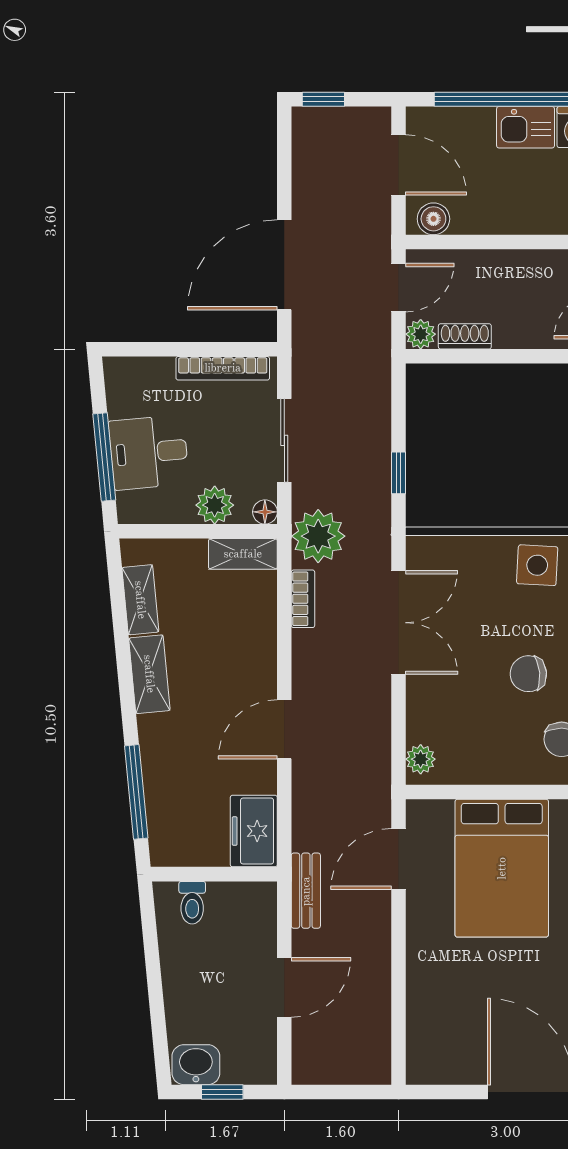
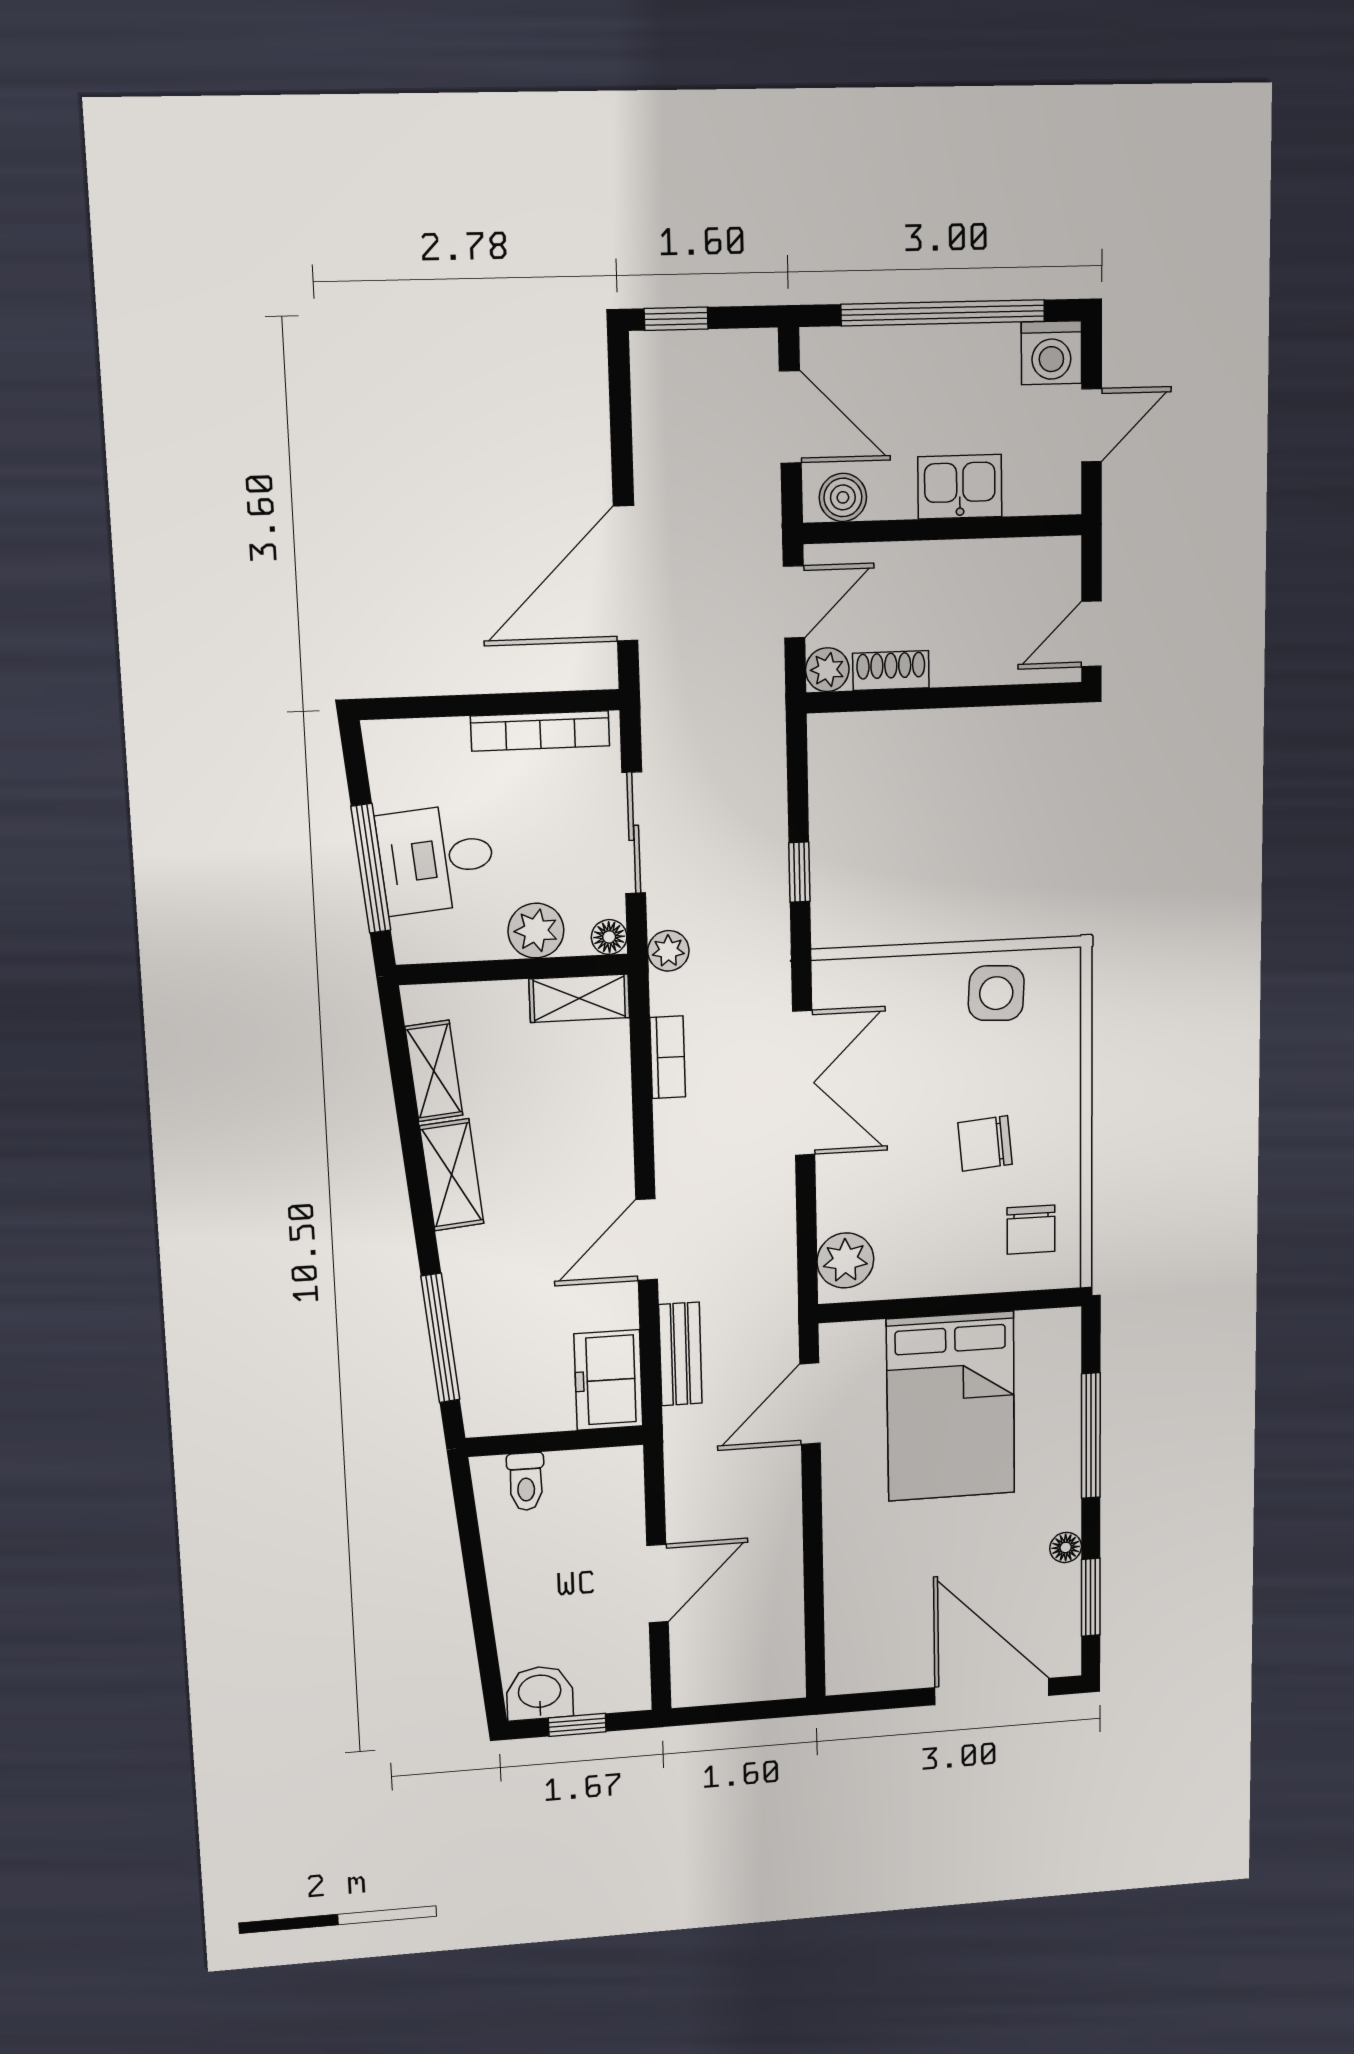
kitchen sink: (526, 127) -> (960, 487), moved, turned 180
plant: (318, 536) -> (668, 951), width x0.53, depth x0.53
plant: (421, 759) -> (845, 1260), width x1.38, depth x1.38
bench: (306, 891) -> (680, 1354), moved

